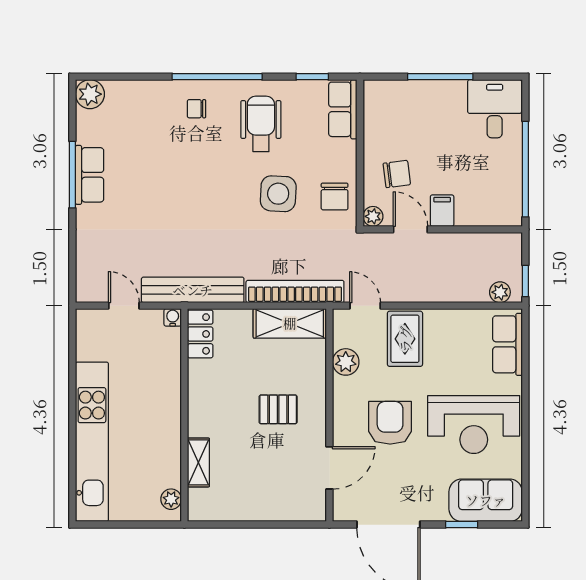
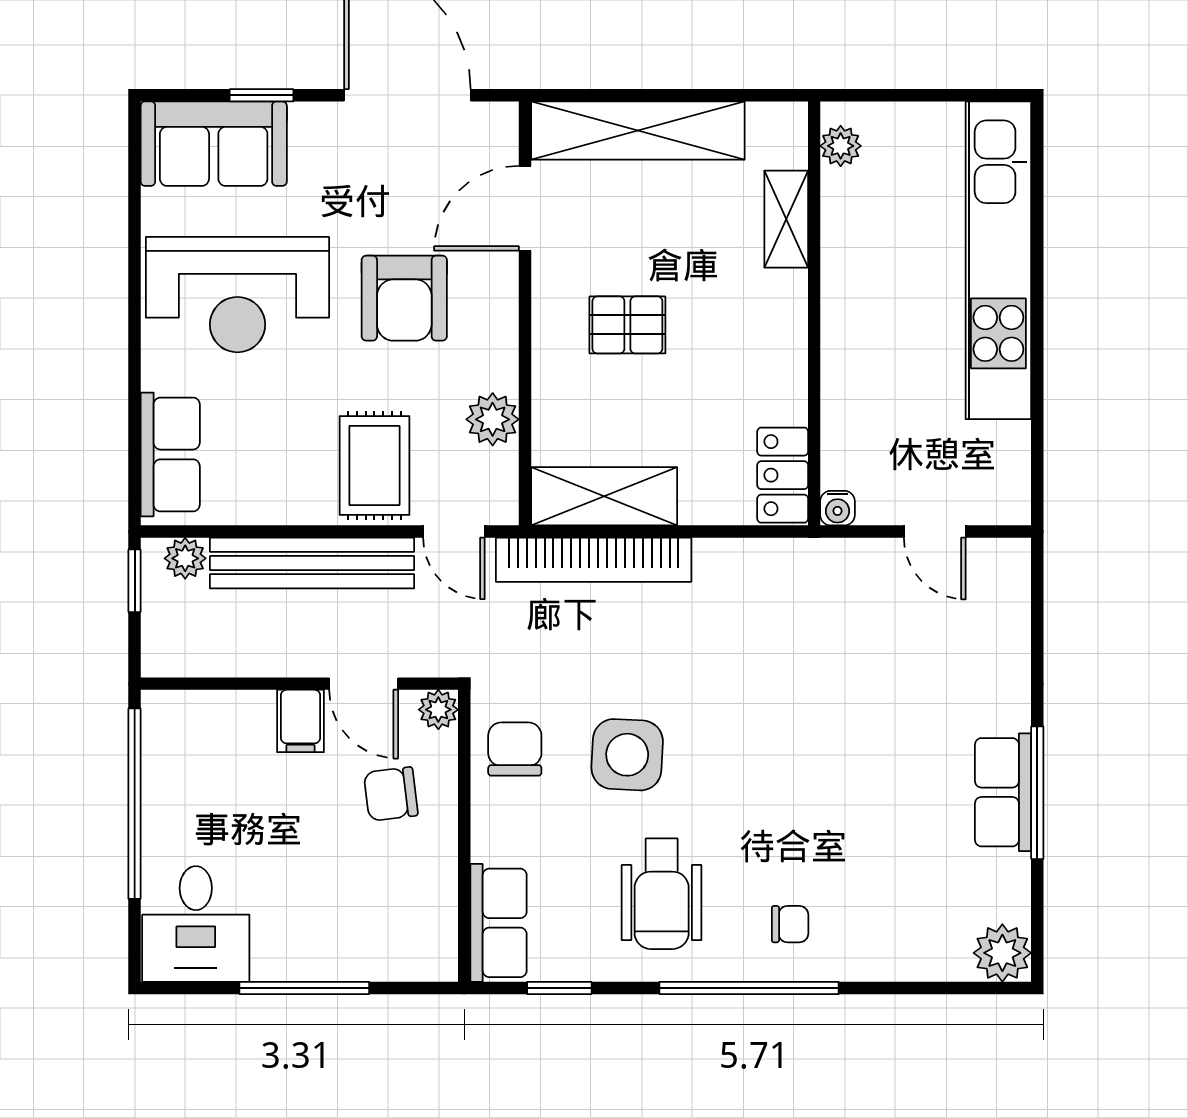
bench: (193, 290) -> (312, 563), moved
reception desk: (474, 425) -> (237, 295), turned 180
shelving: (273, 507) -> (638, 131), added

